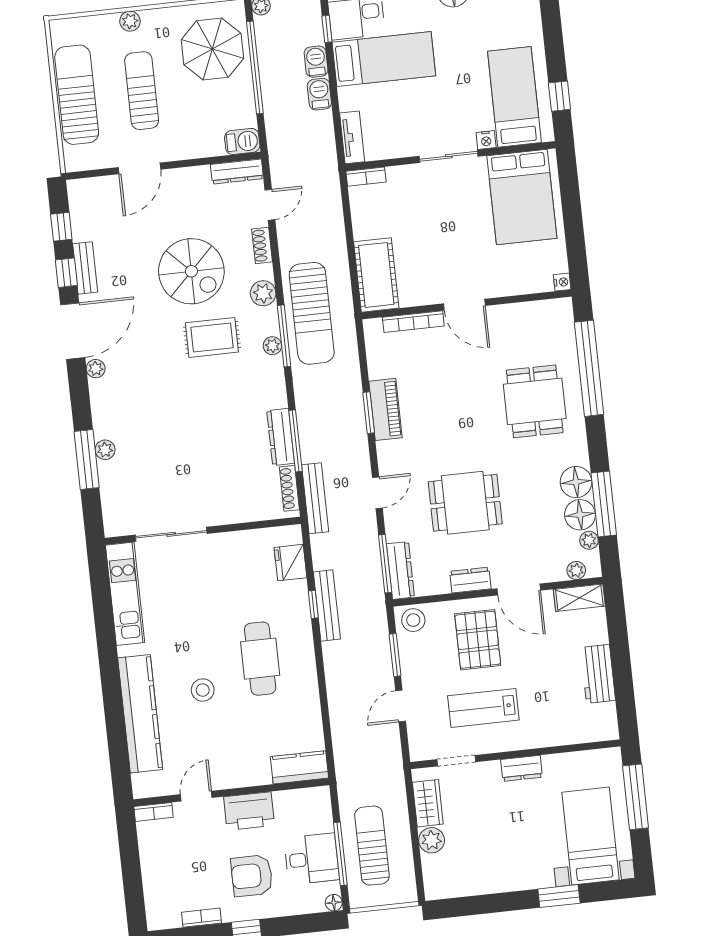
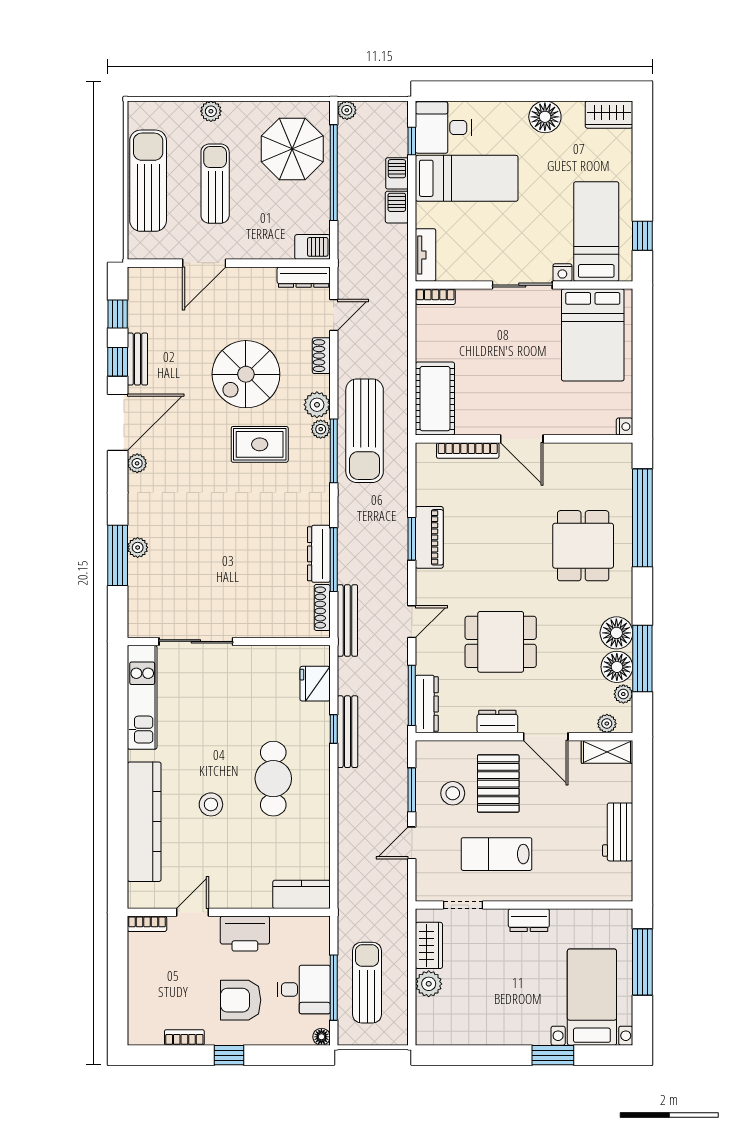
spiral stairs: (191, 271) -> (246, 374), turned 90
plant: (272, 346) -> (321, 429), moved
stool: (413, 620) -> (453, 793), moved

